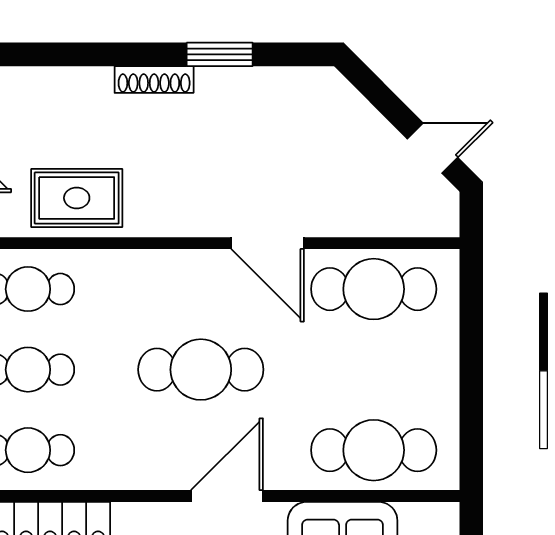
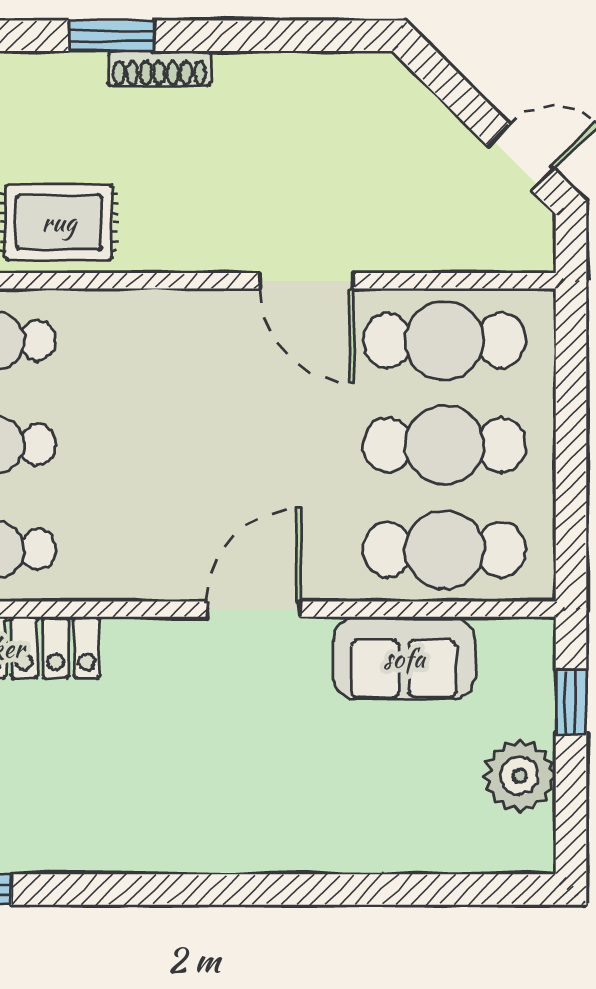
window: (220, 54) -> (111, 36), moved
cafe table: (201, 370) -> (444, 445), moved

